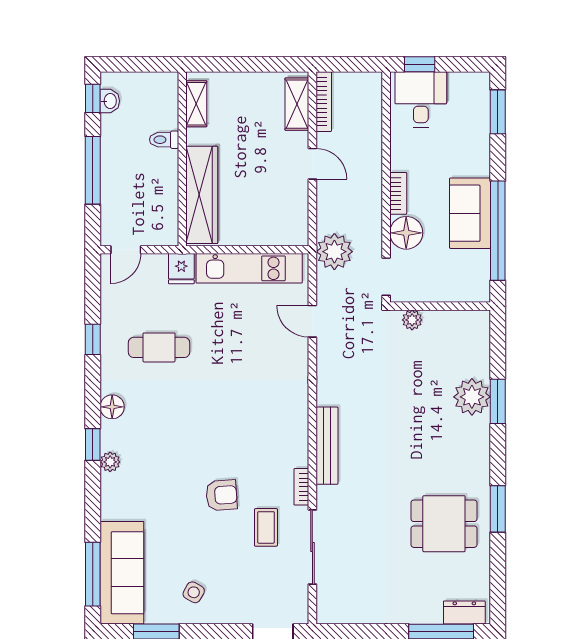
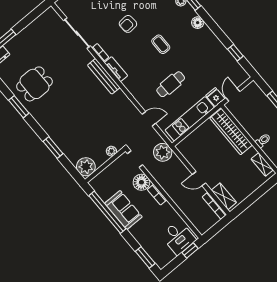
door: (126, 250) -> (233, 95), moved
window: (93, 339) -> (235, 53), moved
cafe table: (159, 347) -> (171, 84), moved
plant: (472, 397) -> (86, 167), moved
tv unit: (299, 441) -> (116, 69), added
coffee table: (266, 527) -> (161, 44), moved

